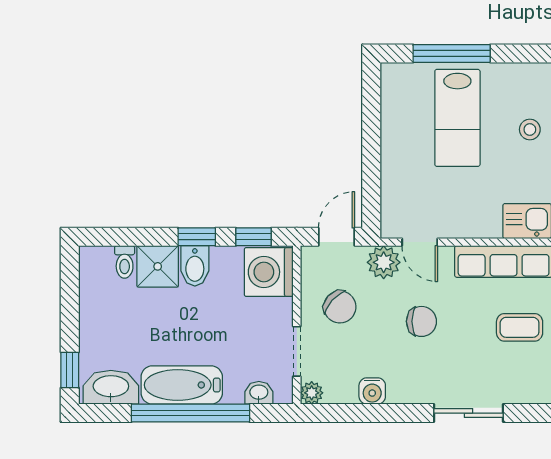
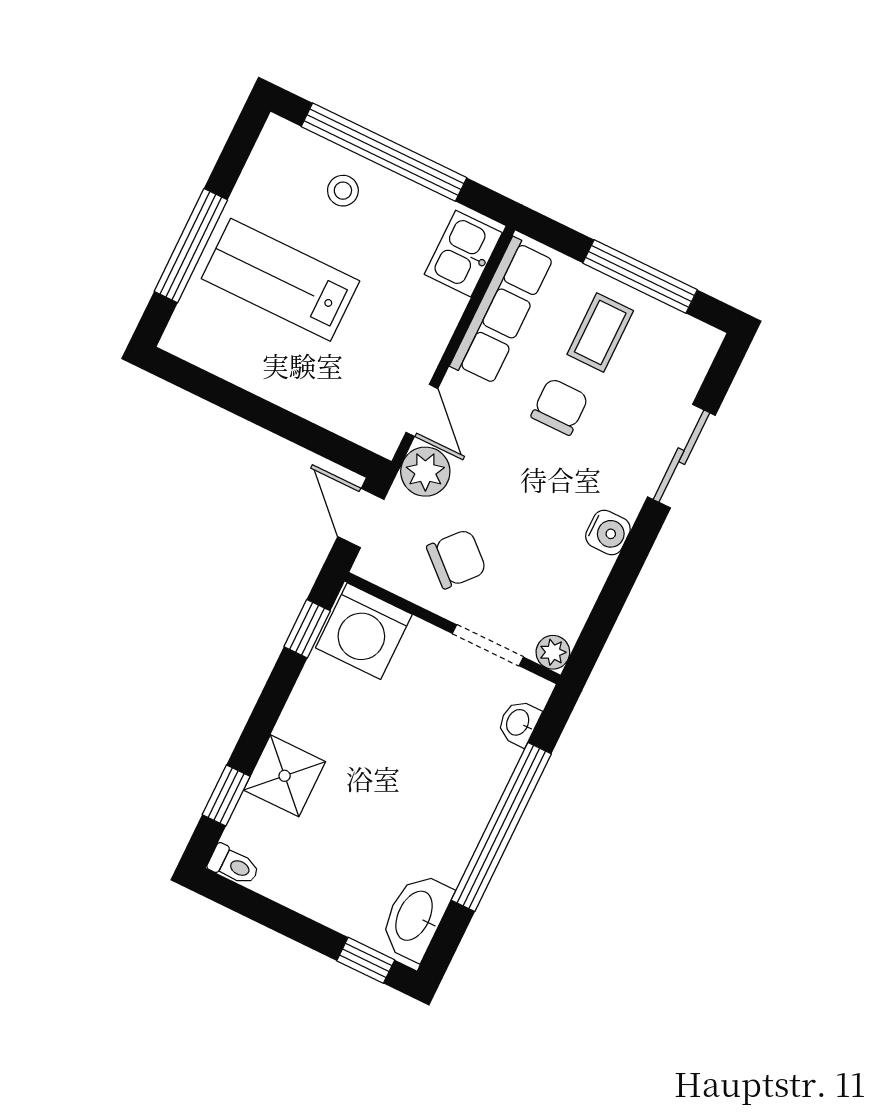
lab bench: (457, 118) -> (281, 280), turned 180
window: (197, 237) -> (226, 796), moved
door: (420, 242) -> (422, 410), hinge flipped
toilet: (125, 262) -> (234, 865), moved
bidet: (195, 266) -> (308, 726), removed
chair: (421, 321) -> (560, 407), moved
bathtub: (182, 385) -> (458, 820), removed
water cooler: (372, 391) -> (608, 532), moved

